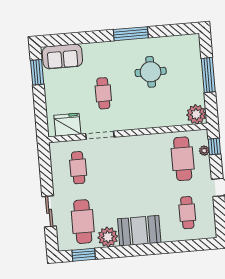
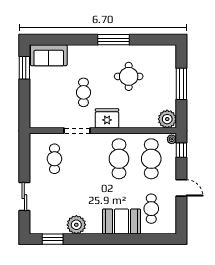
fridge: (67, 125) -> (107, 118), moved
plant: (204, 151) -> (172, 139), moved
cafe table: (83, 222) -> (119, 159), moved
booth: (139, 231) -> (122, 221), moved

